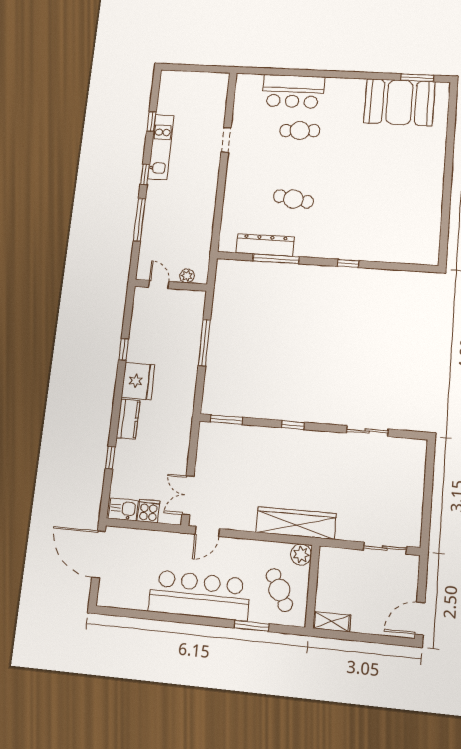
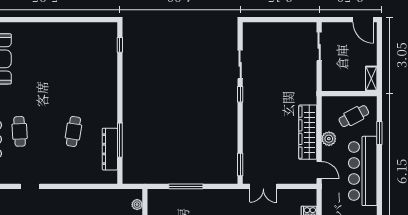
window: (348, 263) -> (120, 45), moved
window: (293, 425) -> (240, 94), moved
double door: (188, 495) -> (263, 186), moved
wardrobe: (296, 523) -> (308, 132), moved
plant: (301, 555) -> (329, 139), moved

